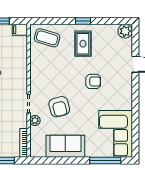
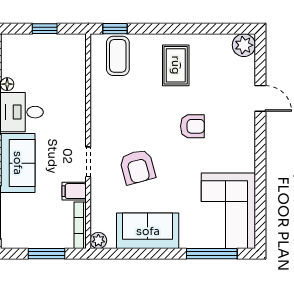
window: (83, 21) -> (115, 29), moved
filing cabinet: (20, 30) -> (74, 191), moved
coffee table: (47, 38) -> (118, 56), turned 73
plant: (35, 120) -> (98, 240), moved

